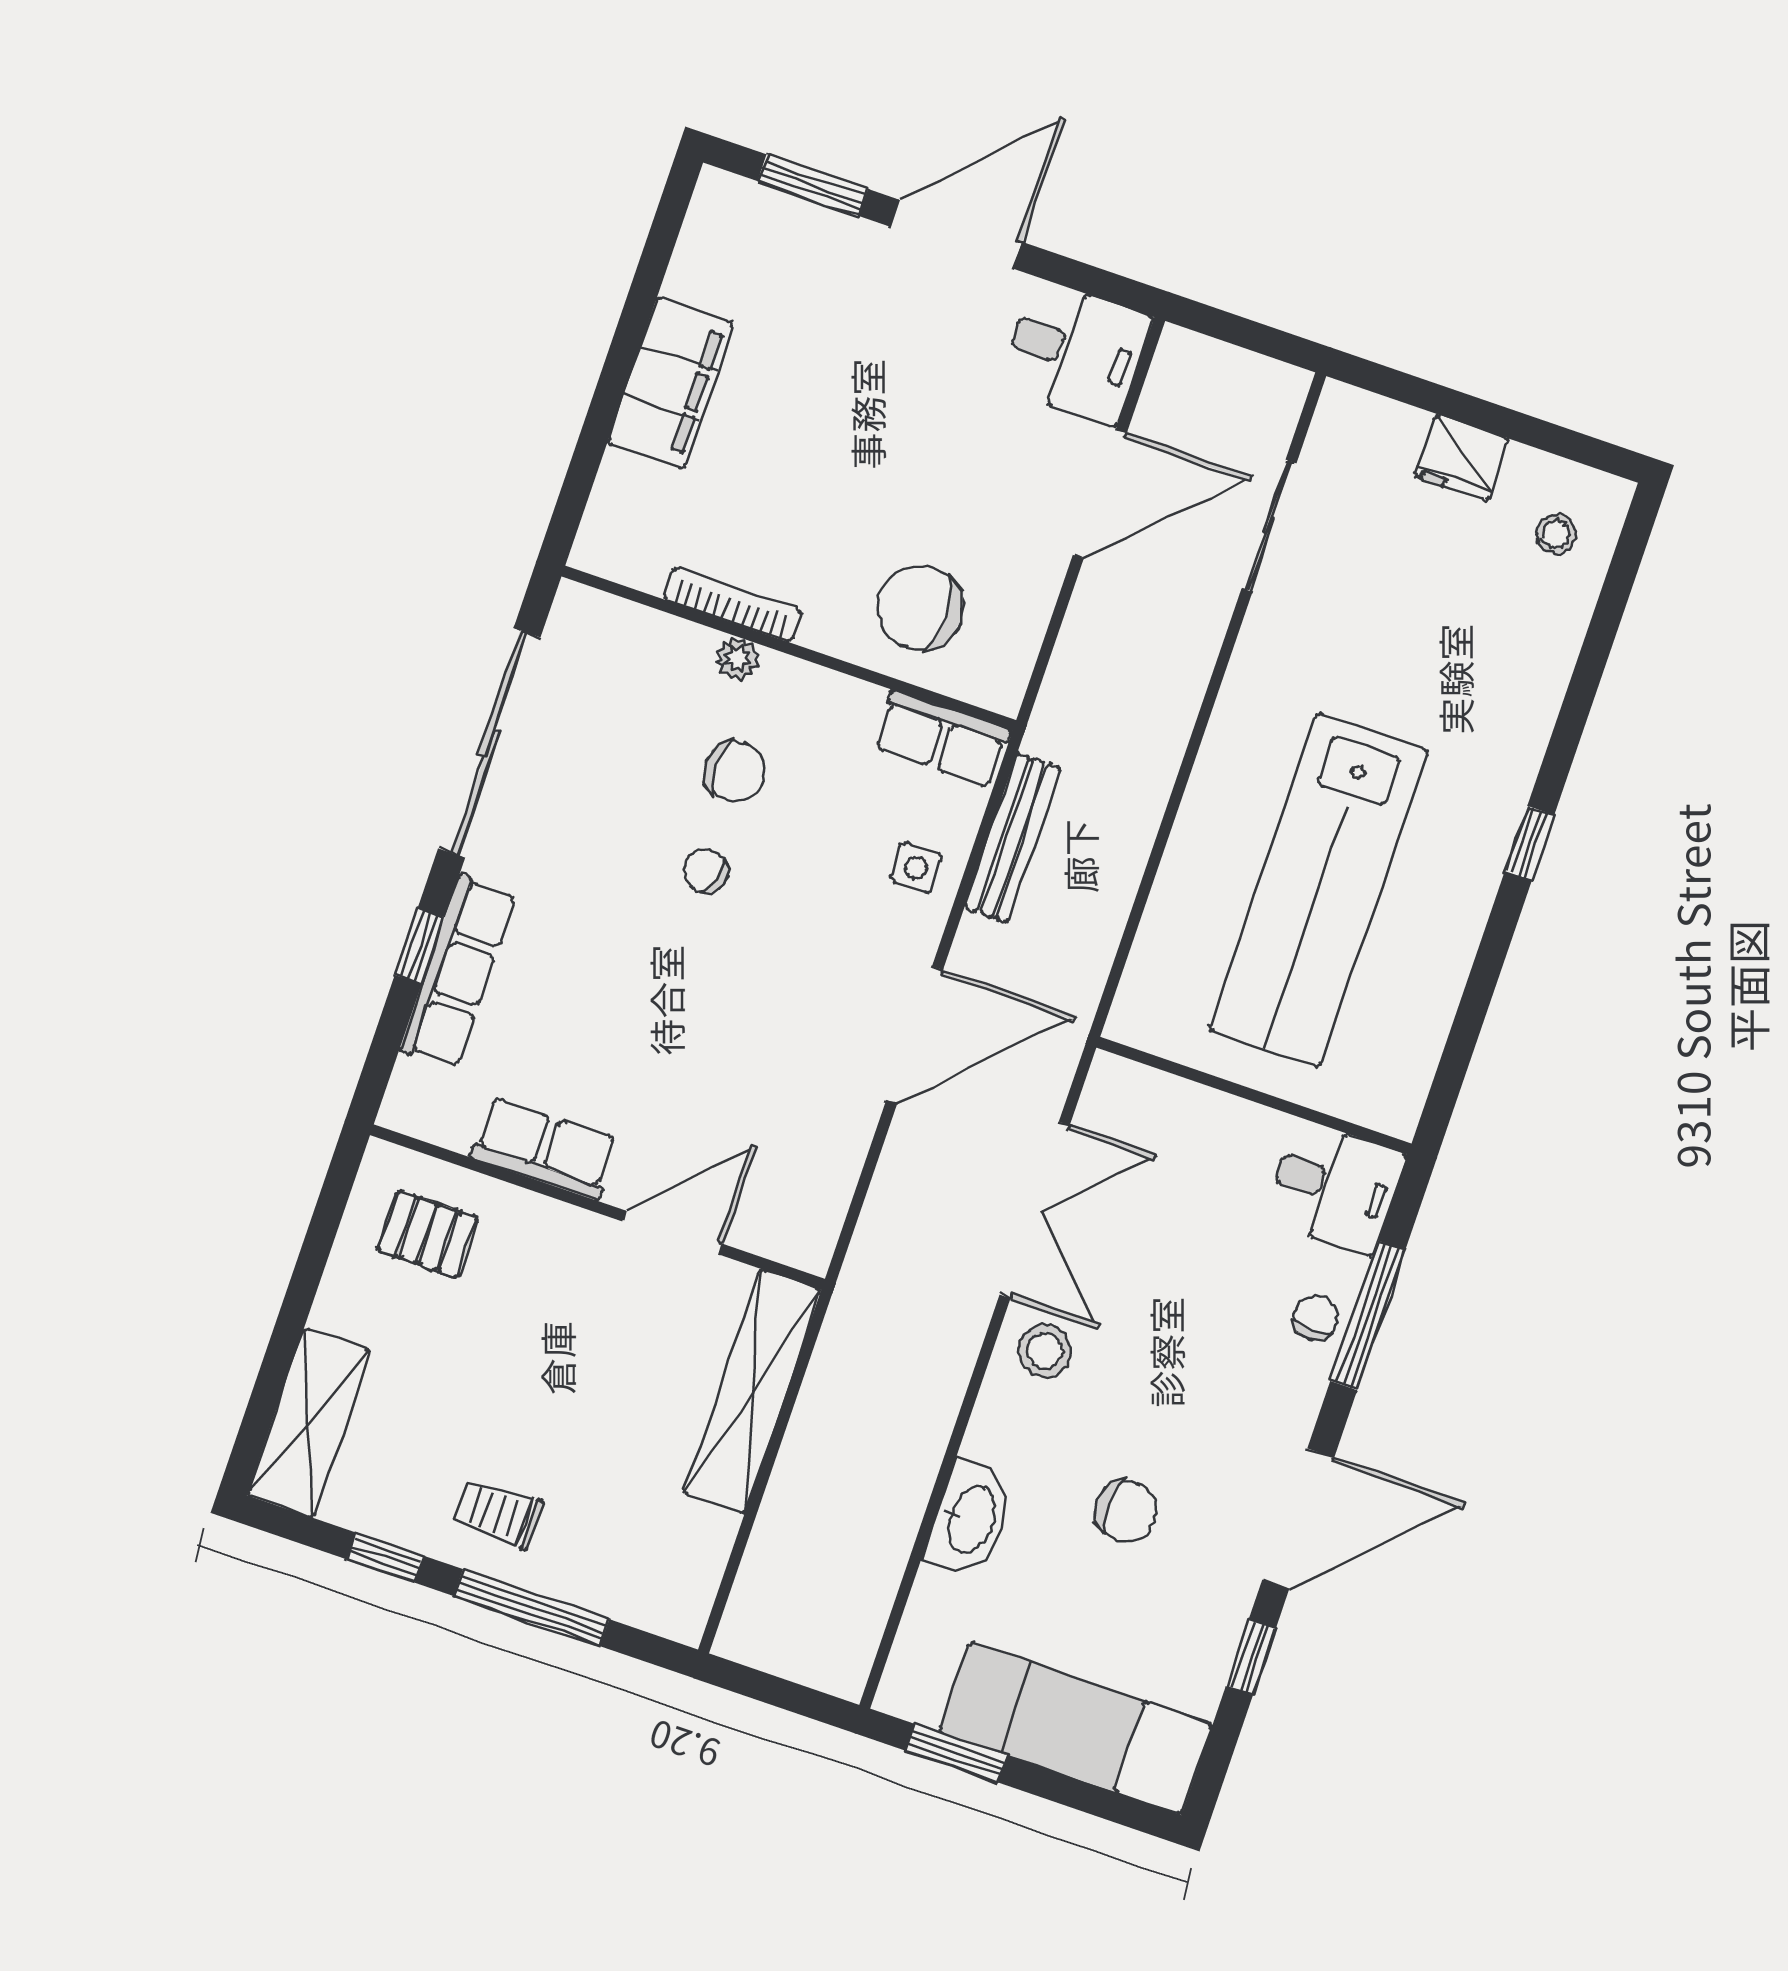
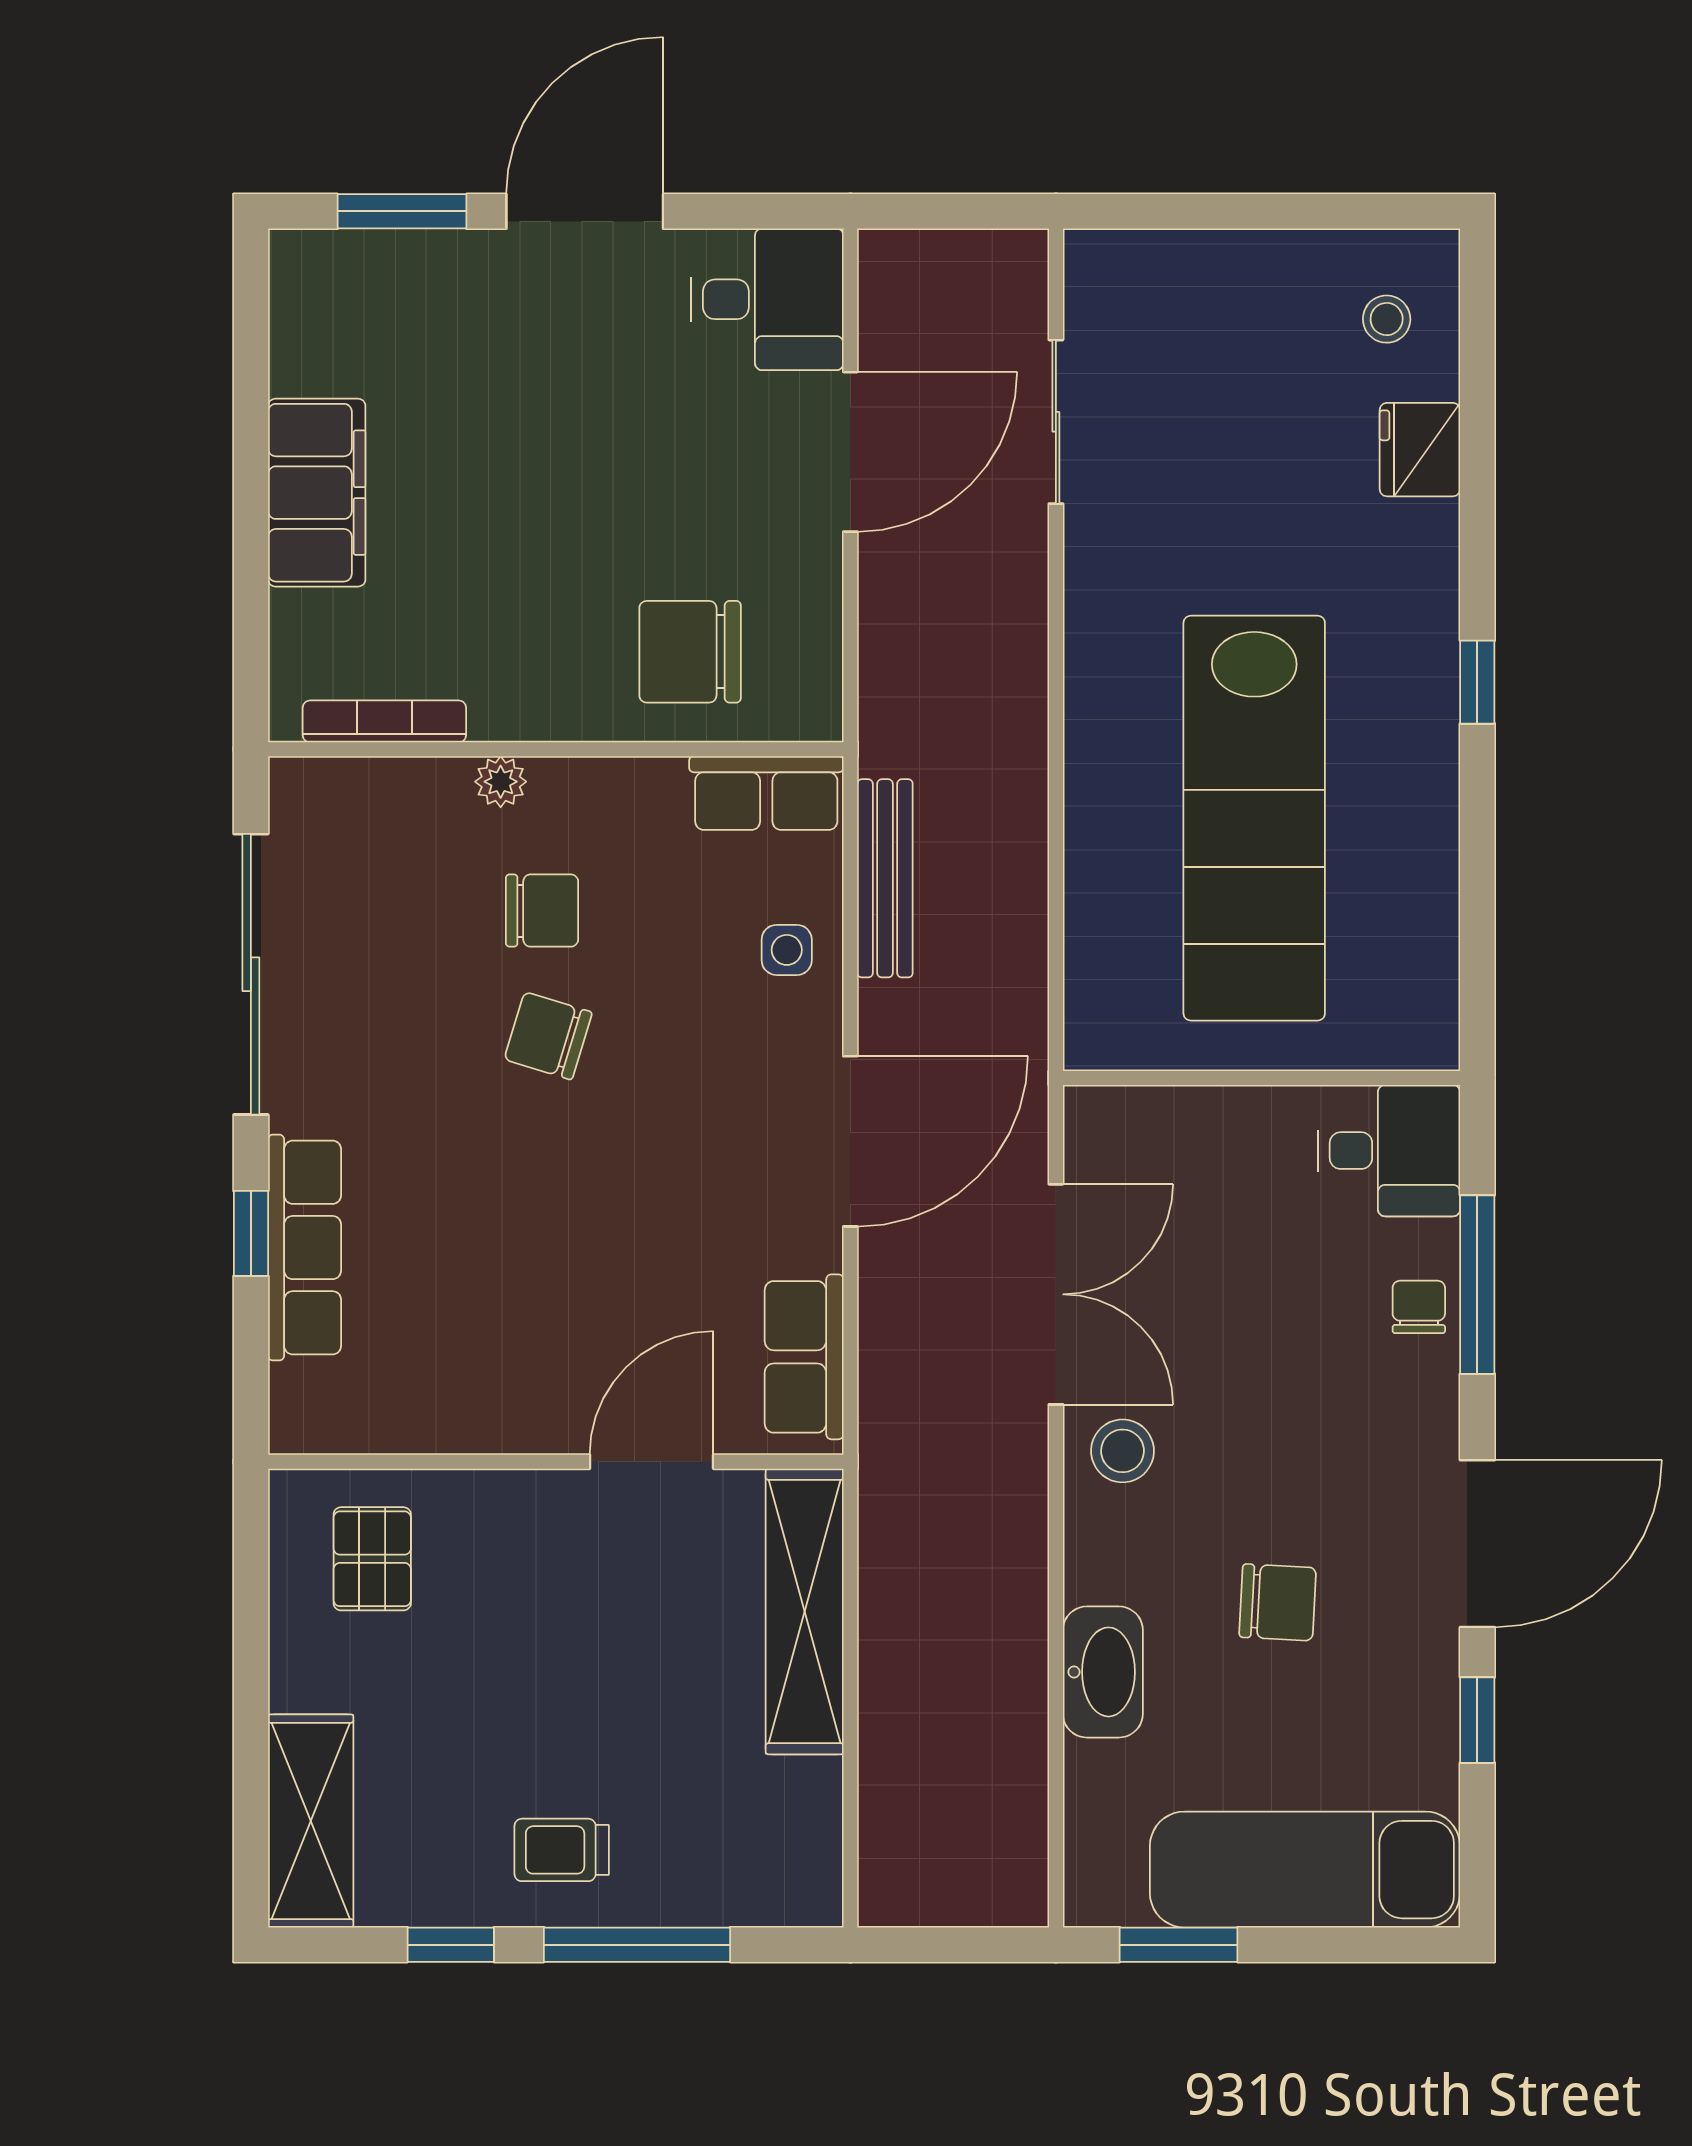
fridge: (1462, 458) -> (1420, 450), moved, turned 90
bookcase: (733, 605) -> (384, 721), moved
chair: (706, 871) -> (548, 1036), width x1.37, depth x1.37
row of seats: (545, 1148) -> (804, 1357), moved, turned -90
pallet: (427, 1234) -> (372, 1559), turned 90

